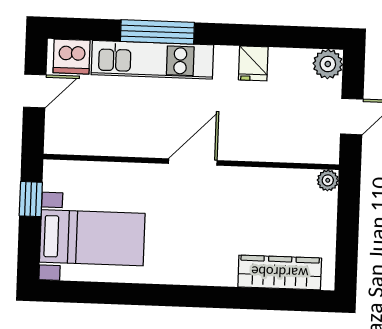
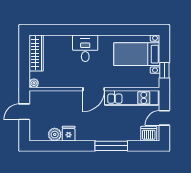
kitchen unit: (152, 60) -> (131, 98), moved, turned 180
plant: (328, 64) -> (55, 135), moved
desk: (208, 255) -> (85, 48), added
wardrobe: (280, 272) -> (36, 53), moved, turned -90

